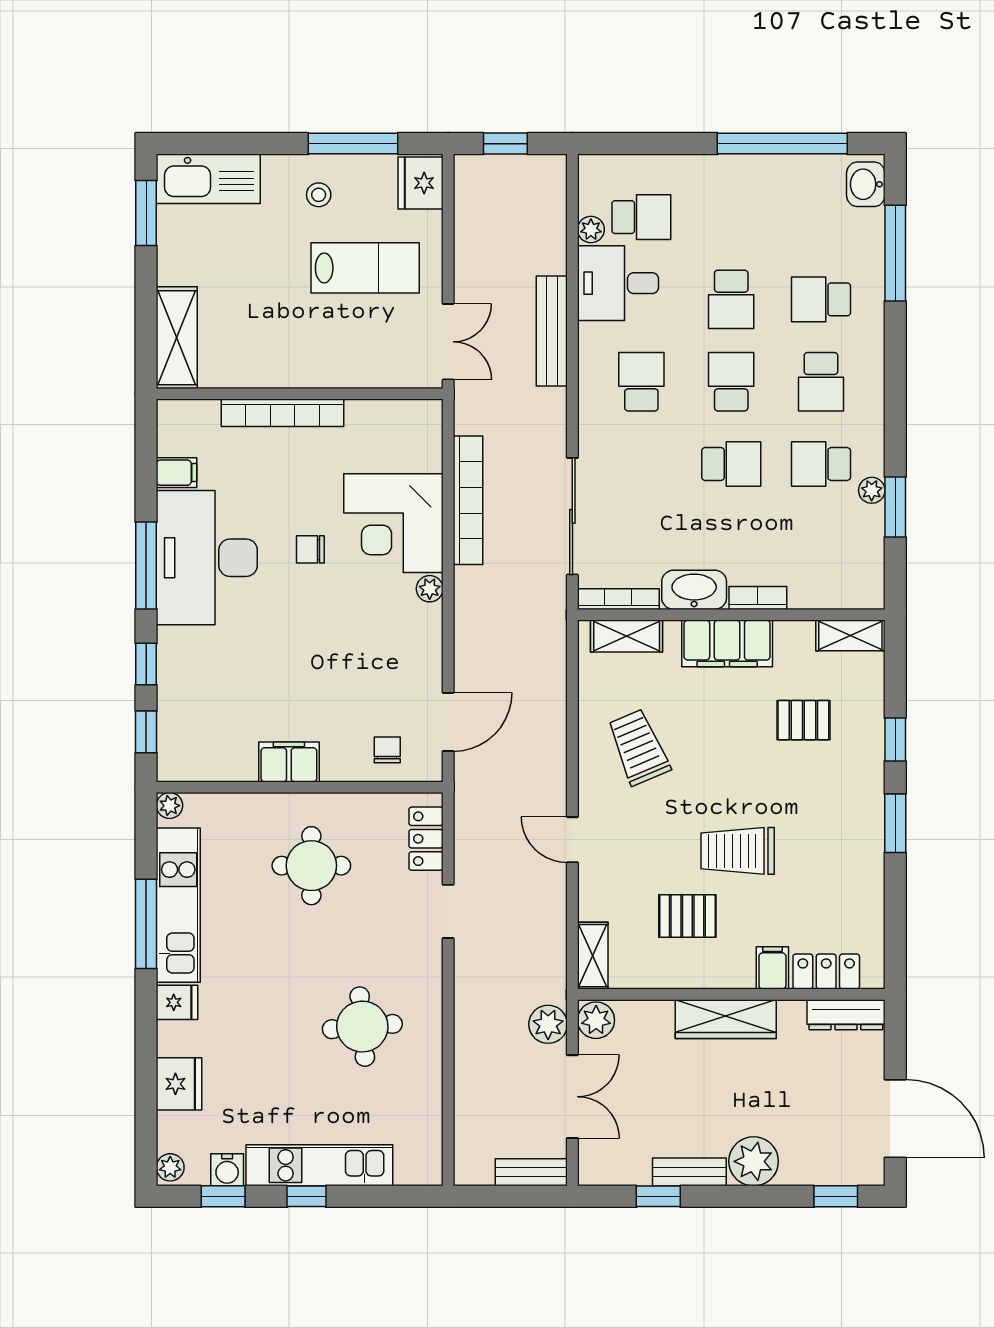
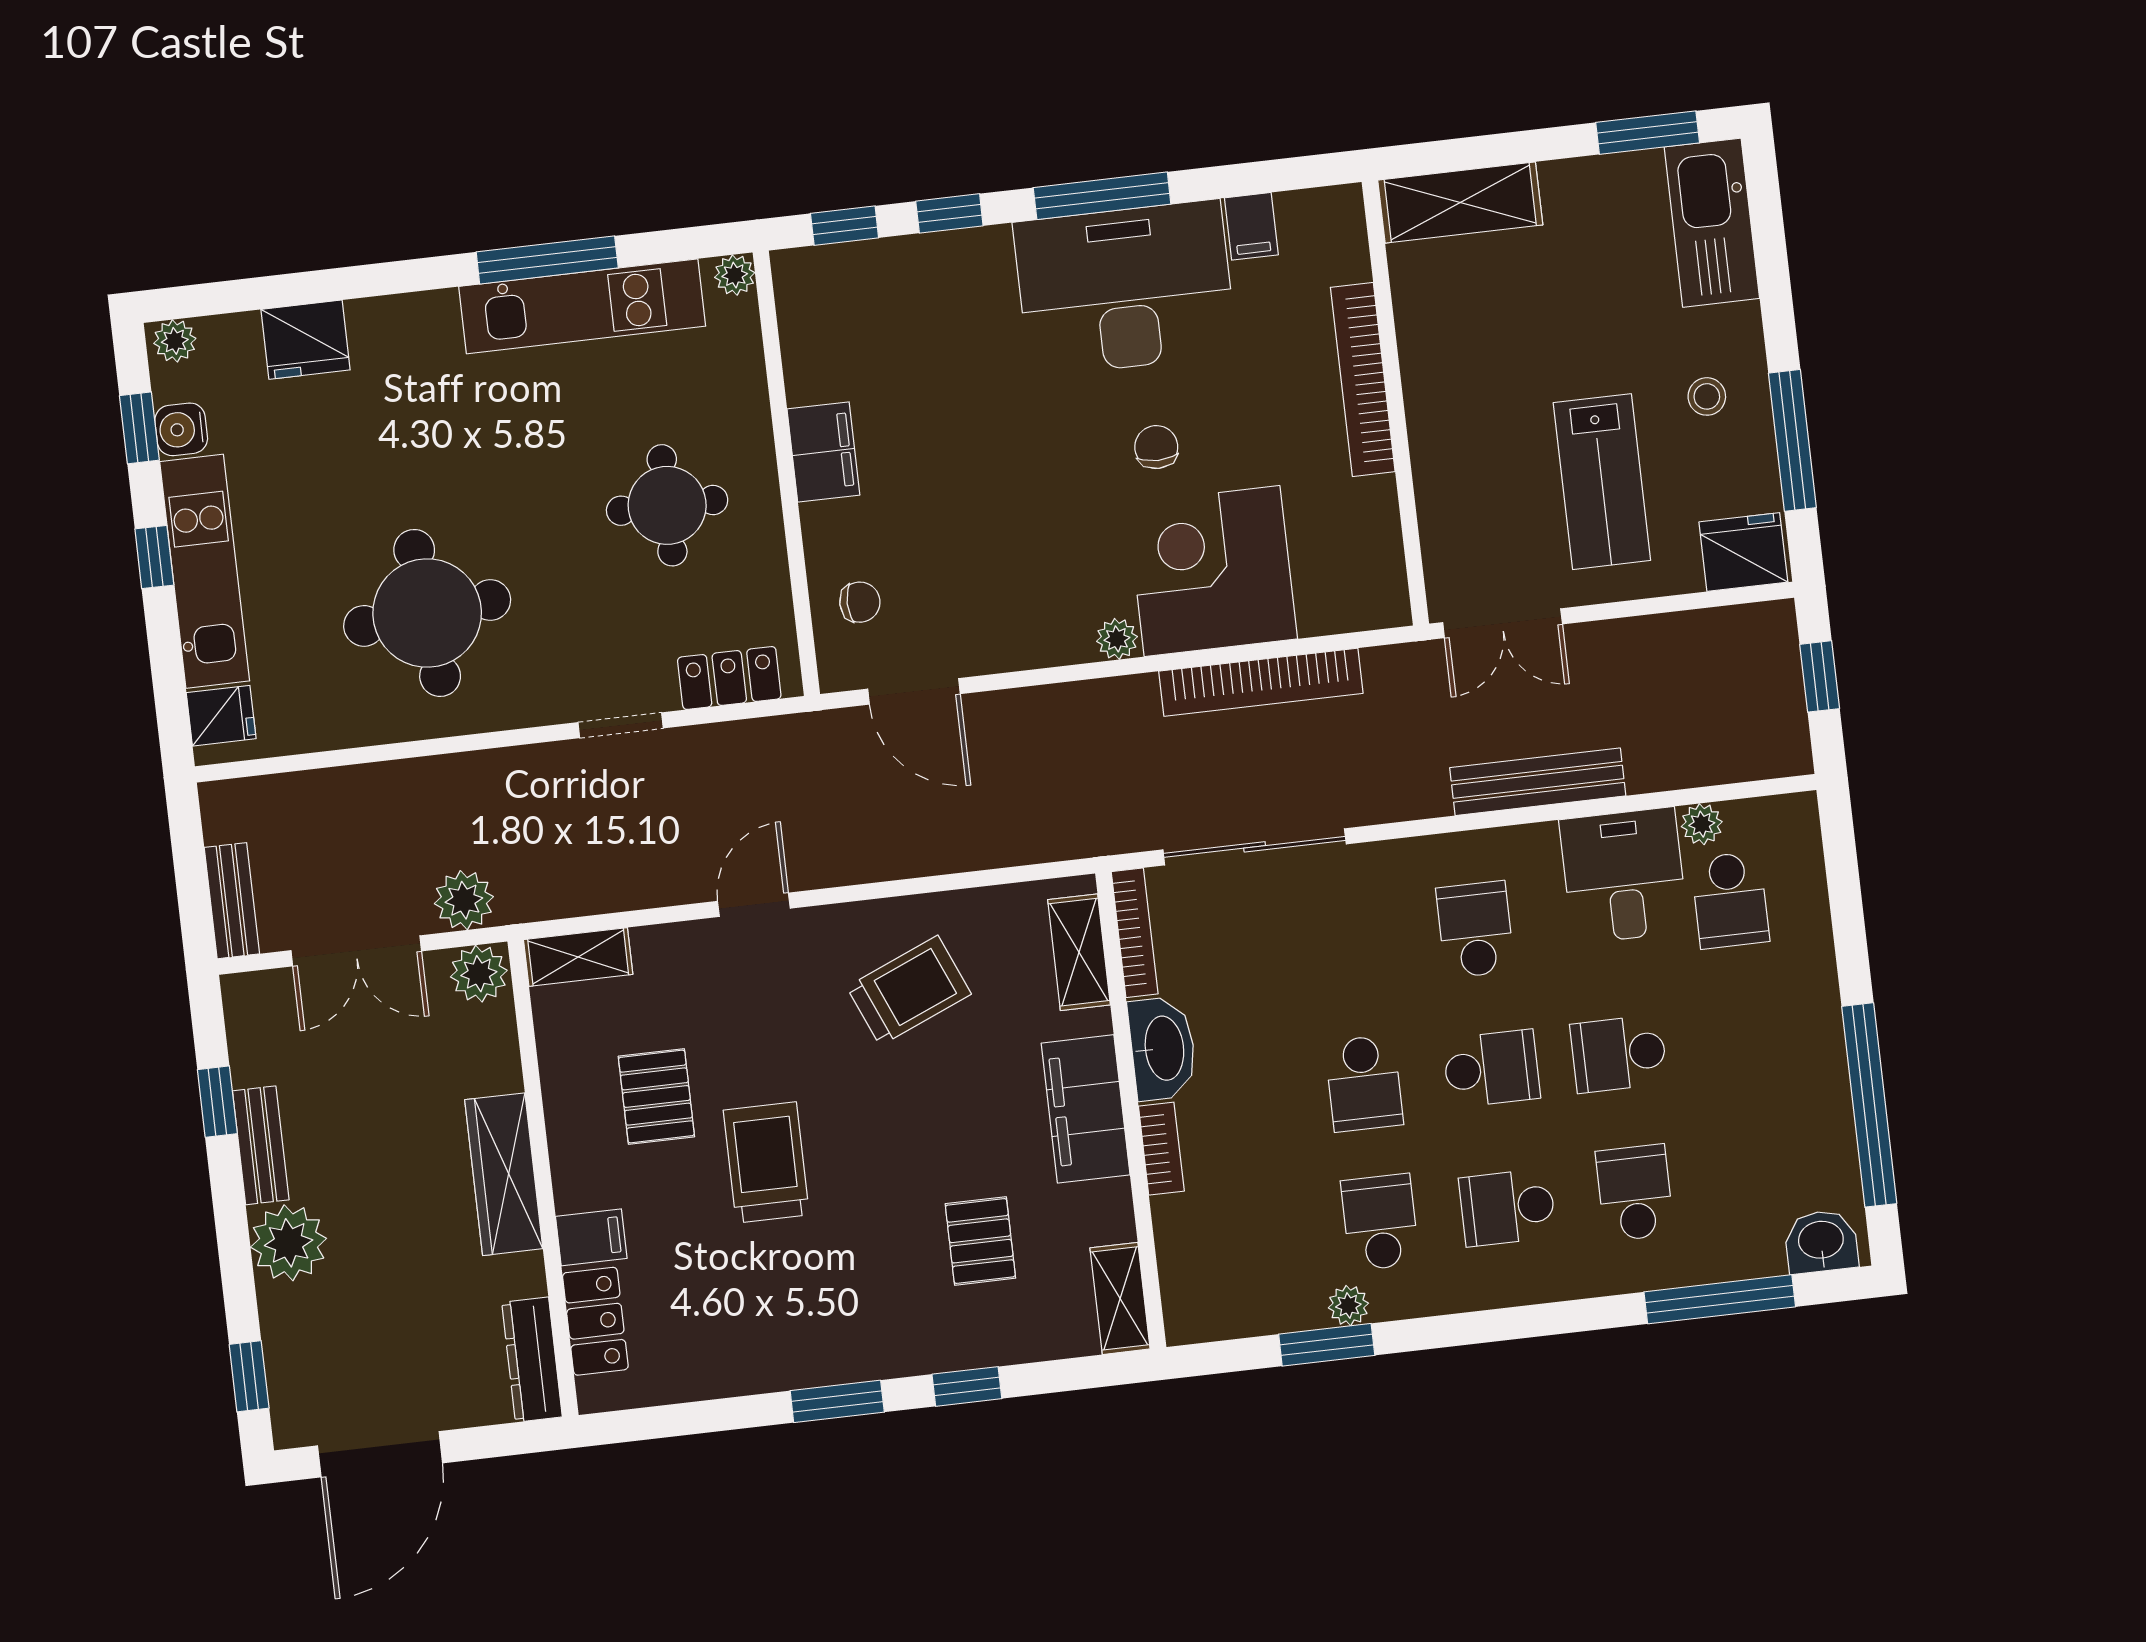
school desk: (641, 382) -> (1475, 930), turned -90
fridge: (177, 1002) -> (221, 716), moved, turned -90
round table: (362, 1027) -> (427, 613), width x1.36, depth x1.36

